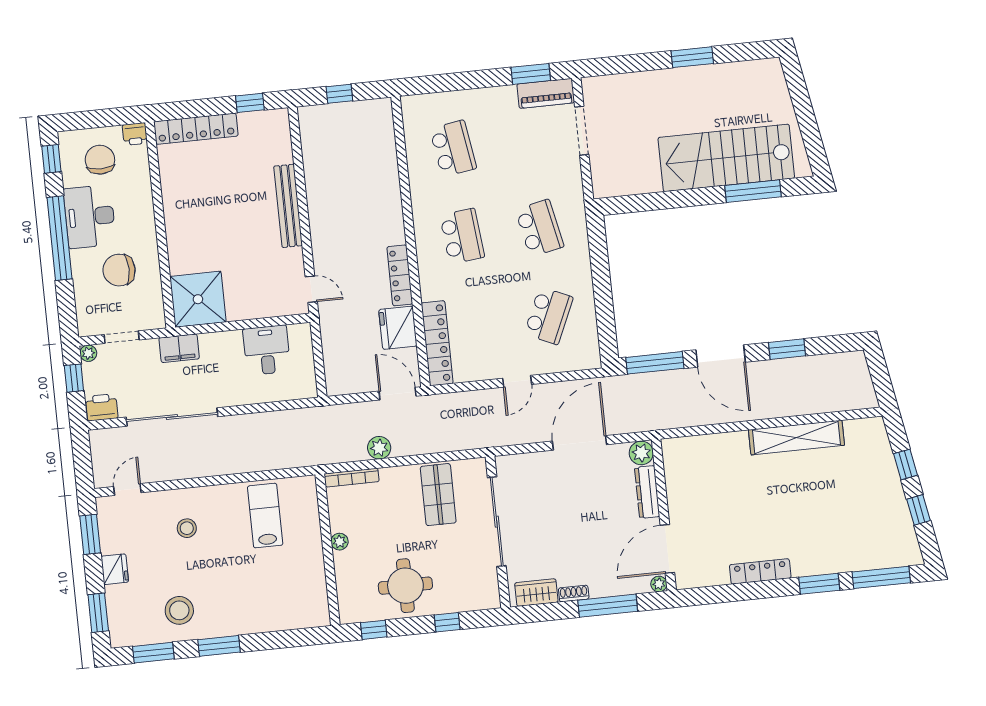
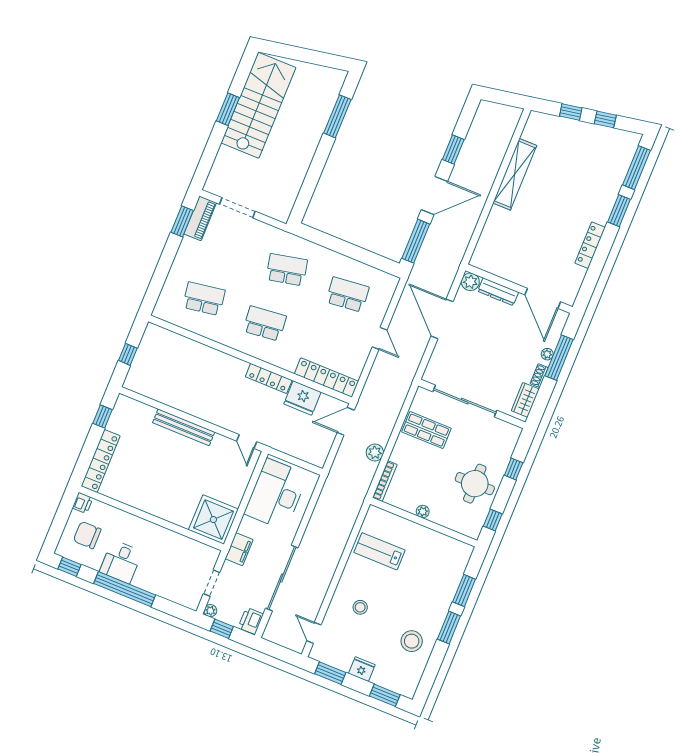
stairs: (726, 158) -> (258, 105), moved, turned 180
desk: (90, 217) -> (121, 562), width x0.73
chair: (119, 270) -> (167, 561), removed
door: (311, 289) -> (247, 441), swing flipped
school desk: (549, 316) -> (348, 295), turned -30
desk: (267, 350) -> (276, 494), width x1.87, depth x1.30
plant: (659, 584) -> (547, 354), moved
window: (153, 653) -> (464, 590), moved

